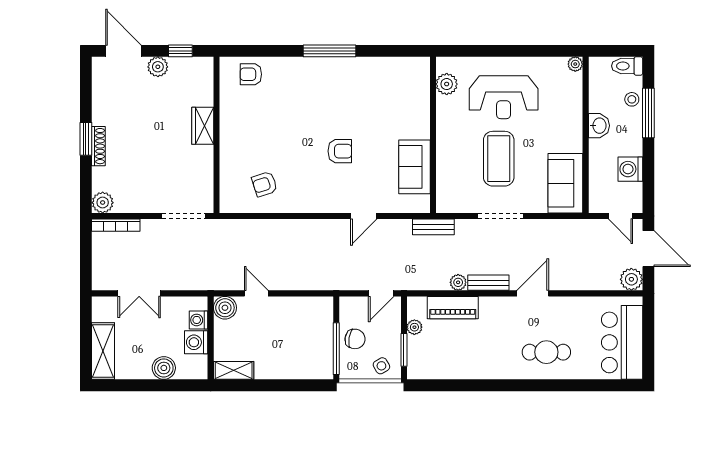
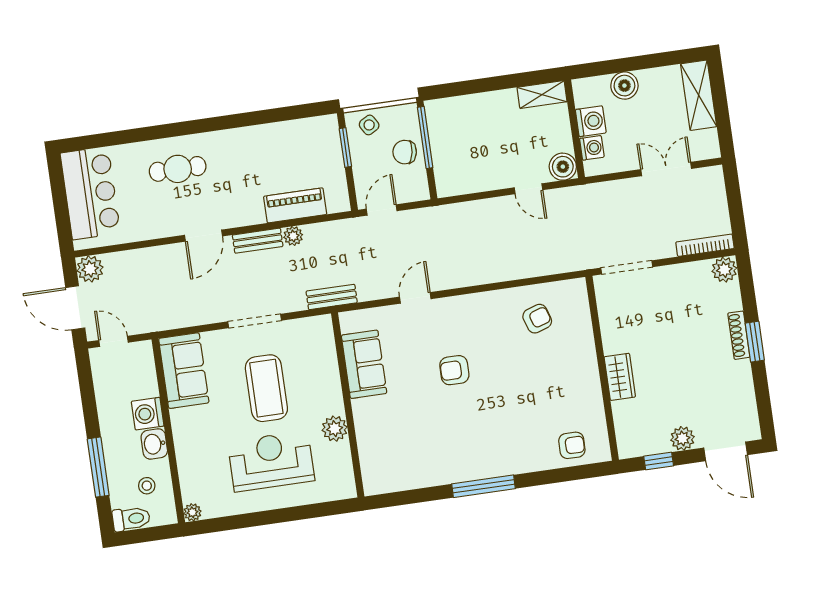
plant: (447, 84) -> (335, 429), moved
stool: (632, 99) -> (147, 486), moved
washing machine: (630, 169) -> (148, 414), moved, turned 180
plant: (414, 327) -> (337, 176), removed

